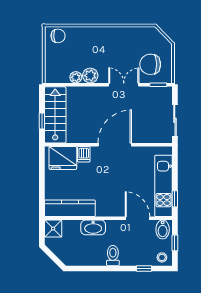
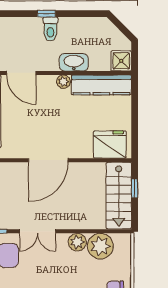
plant: (76, 77) -> (100, 246), width x1.87, depth x1.87
dishwasher: (84, 154) -> (85, 149), removed
plant: (102, 211) -> (63, 82), added
window: (144, 268) -> (46, 14), moved

